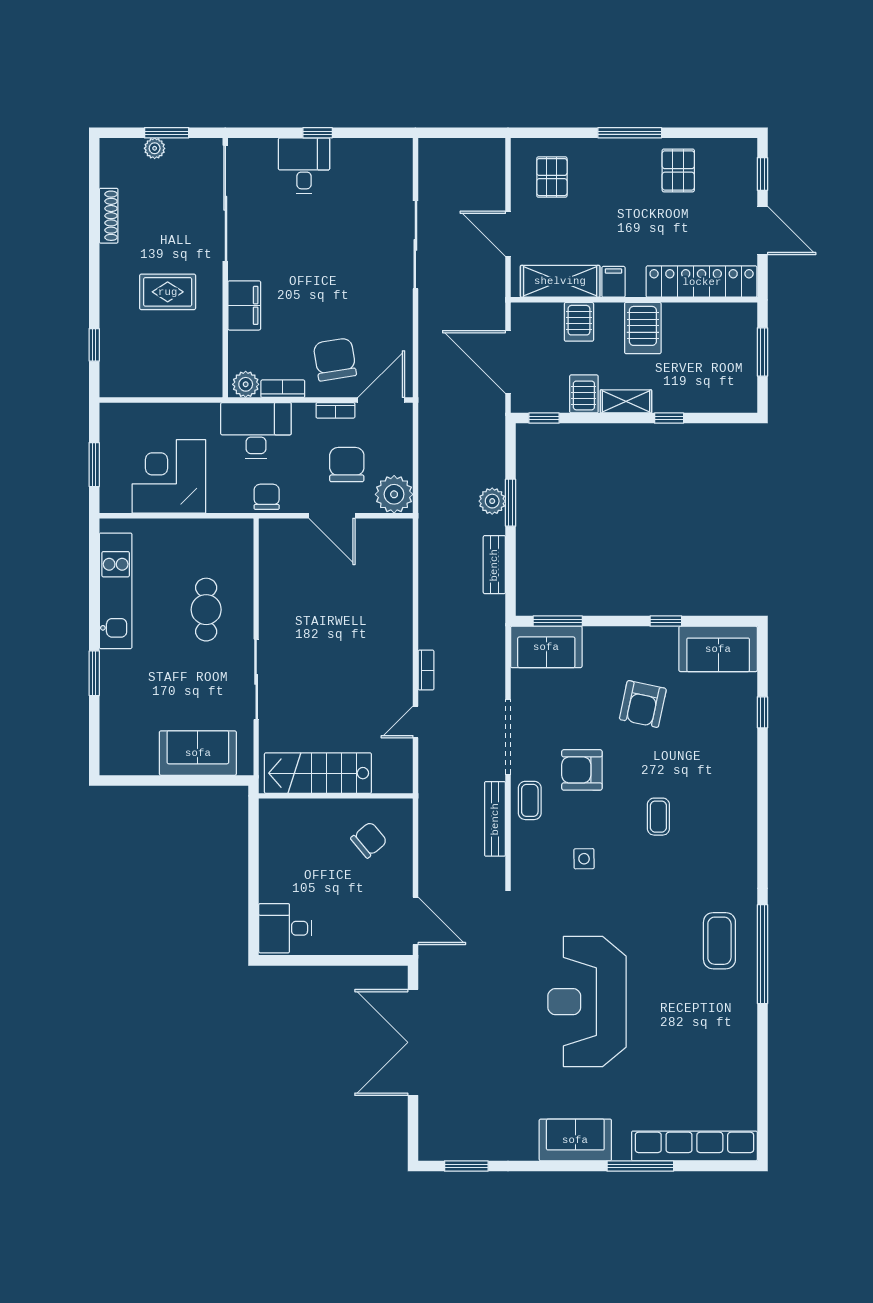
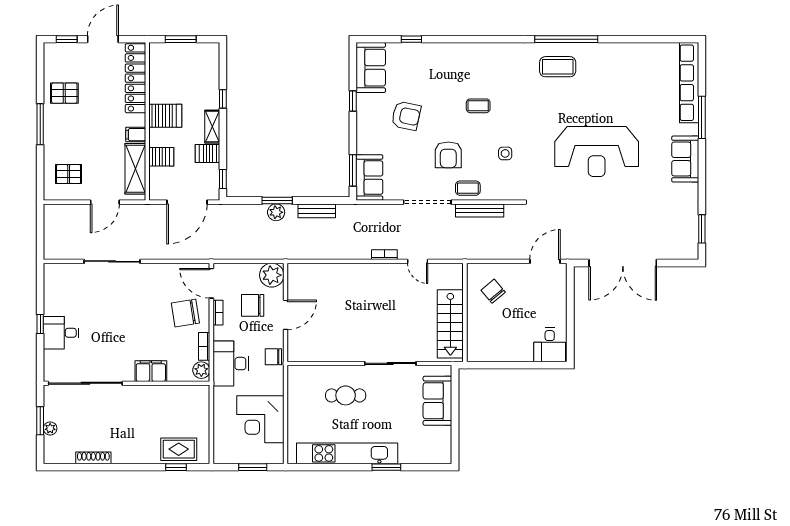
rug: (168, 292) -> (179, 449), moved, turned 90
kitchen unit: (116, 591) -> (347, 453), width x1.36

